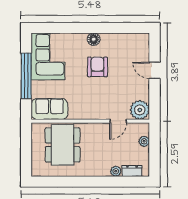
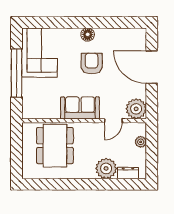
door: (155, 70) -> (152, 67), width x1.87
sofa: (49, 109) -> (80, 108), moved
plant: (116, 171) -> (106, 168), width x1.88, depth x1.88

